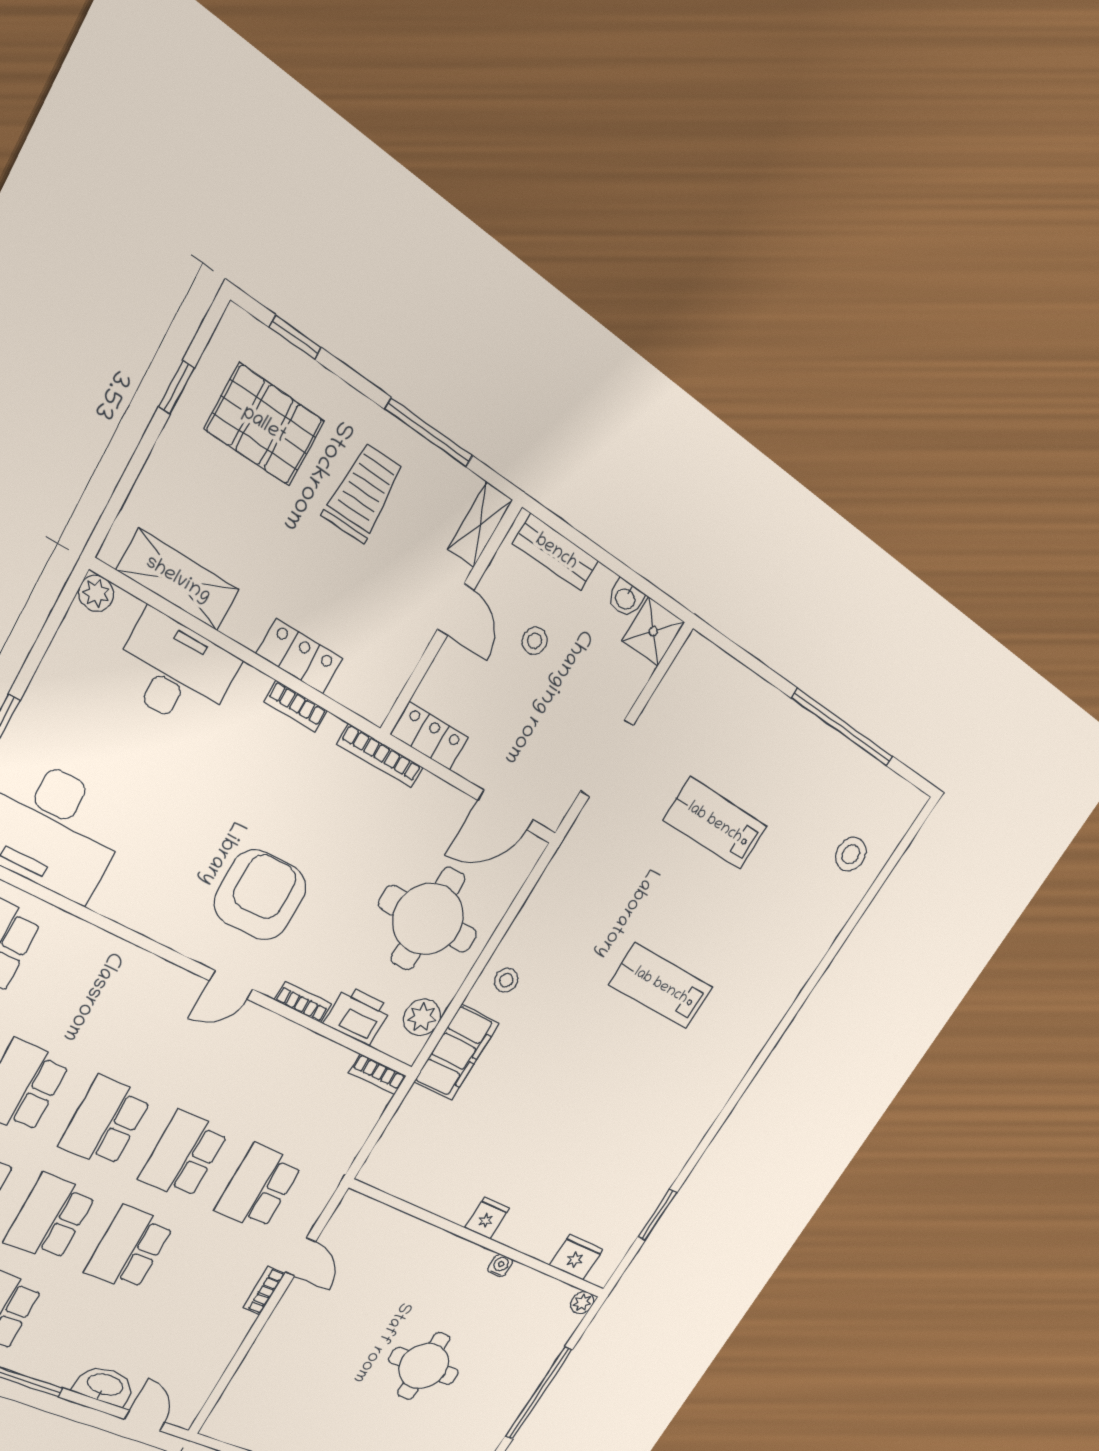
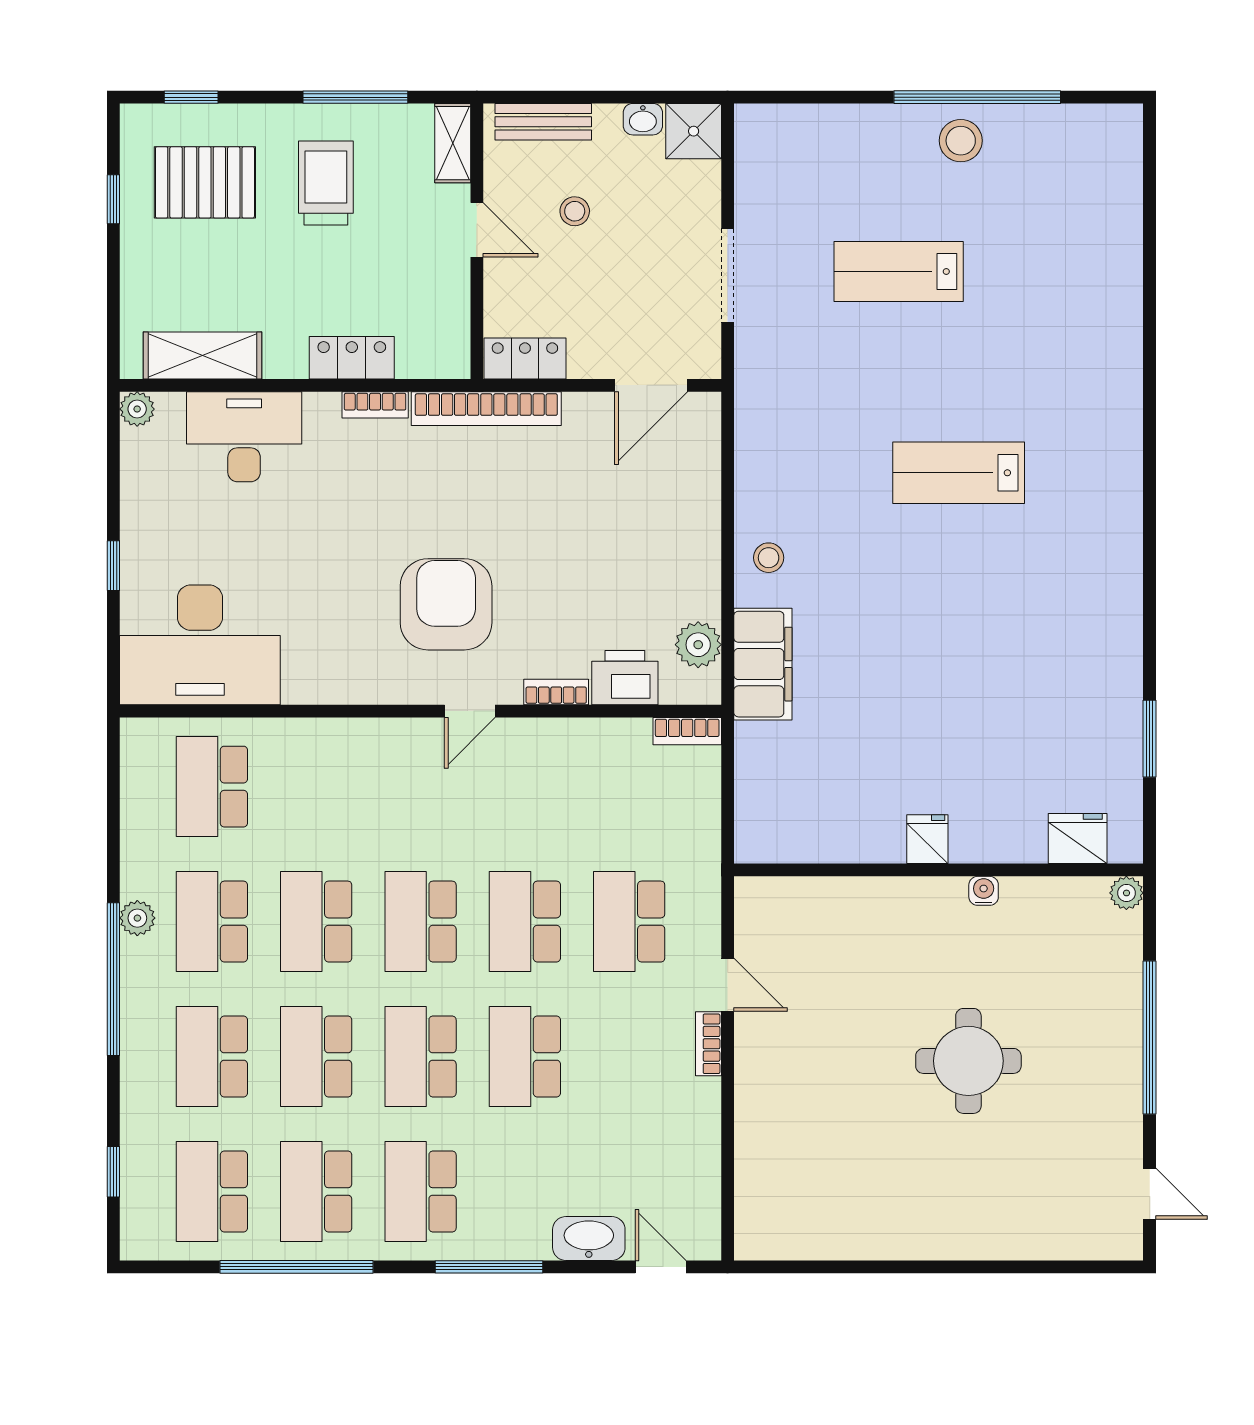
bookcase: (380, 756) -> (486, 409), width x1.48, depth x1.31
stool: (851, 854) -> (961, 141), moved
round table: (428, 919) -> (638, 538), removed

